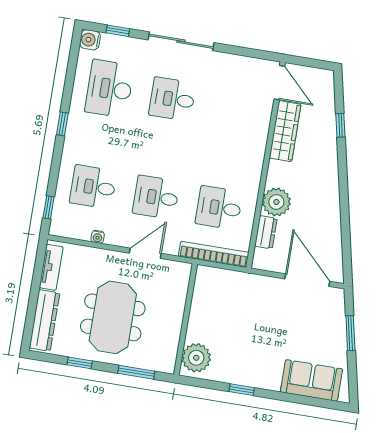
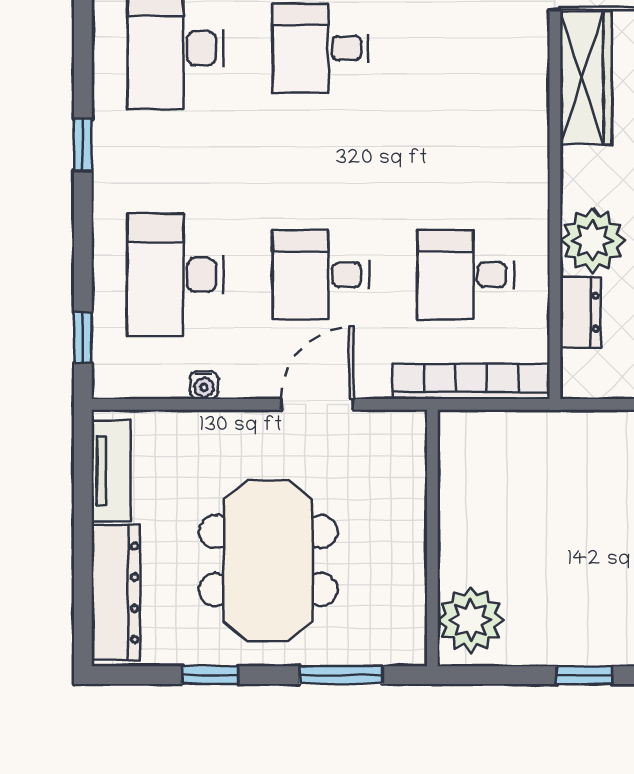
desk: (93, 187) -> (176, 275), width x1.37

